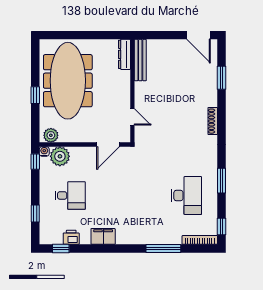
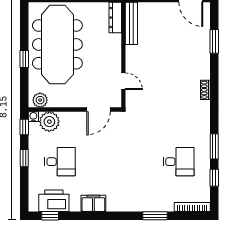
shoe rack: (213, 121) -> (205, 90), width x0.70
desk: (187, 195) -> (179, 162), width x0.73
window: (35, 214) -> (24, 158), moved
window: (221, 226) -> (214, 178), moved
printer: (71, 237) -> (54, 201), width x1.87, depth x1.48
window: (163, 248) -> (155, 216), width x0.69

